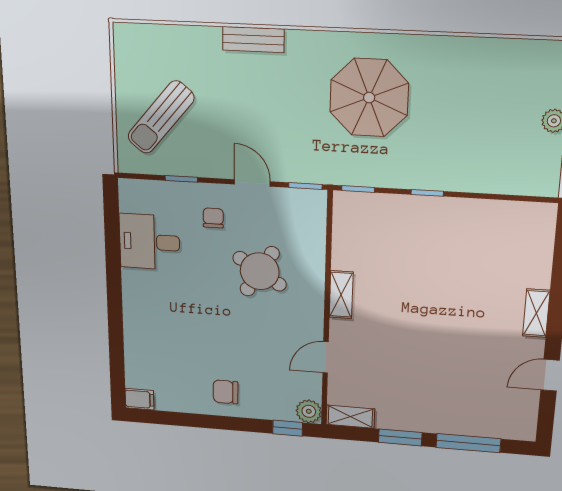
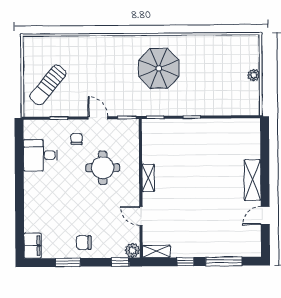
bench: (253, 40) -> (98, 42), removed
round table: (260, 271) -> (103, 168), turned -32
shelving: (536, 313) -> (252, 180), width x1.50, depth x1.33
door: (326, 357) -> (141, 216), hinge flipped
filing cabinet: (139, 399) -> (33, 246), width x2.00
window: (199, 421) -> (68, 262), added
window: (400, 437) -> (185, 262), width x0.67

